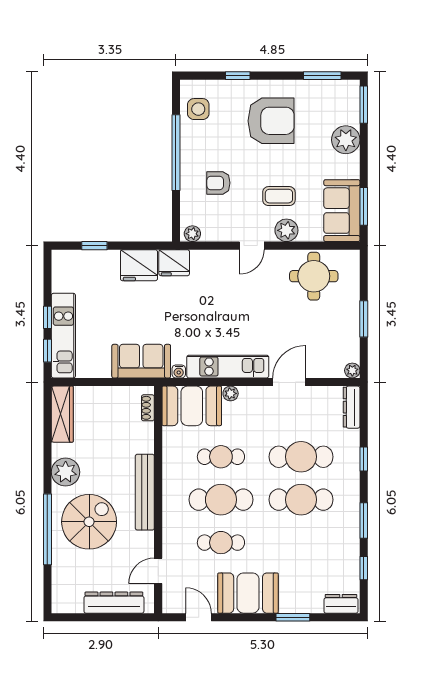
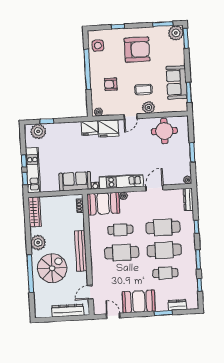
plant: (346, 140) -> (176, 33), moved
sofa: (342, 211) -> (177, 82), moved
plant: (78, 264) -> (38, 131), added
fridge: (139, 265) -> (108, 128), moved
cafe table: (221, 543) -> (165, 273), moved
dresser: (341, 604) -> (177, 305), moved

